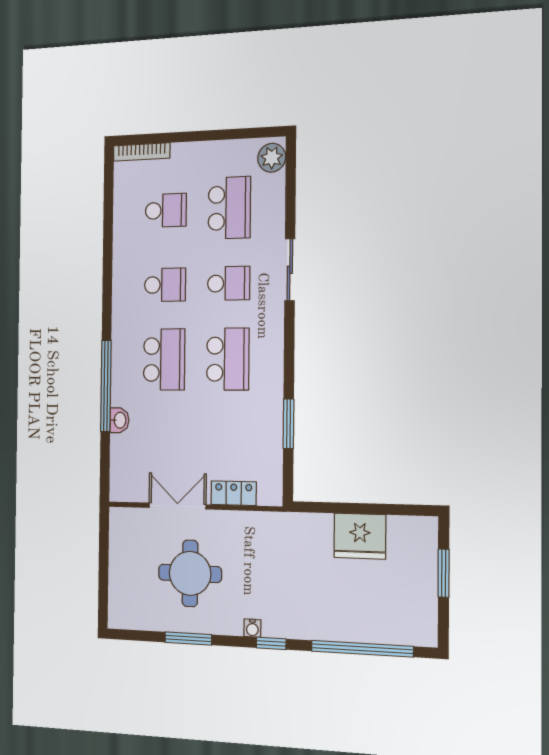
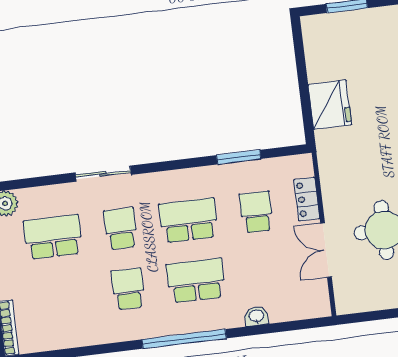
school desk: (166, 210) -> (256, 212), moved
window: (106, 386) -> (184, 339), moved
fridge: (360, 536) -> (330, 105), moved

